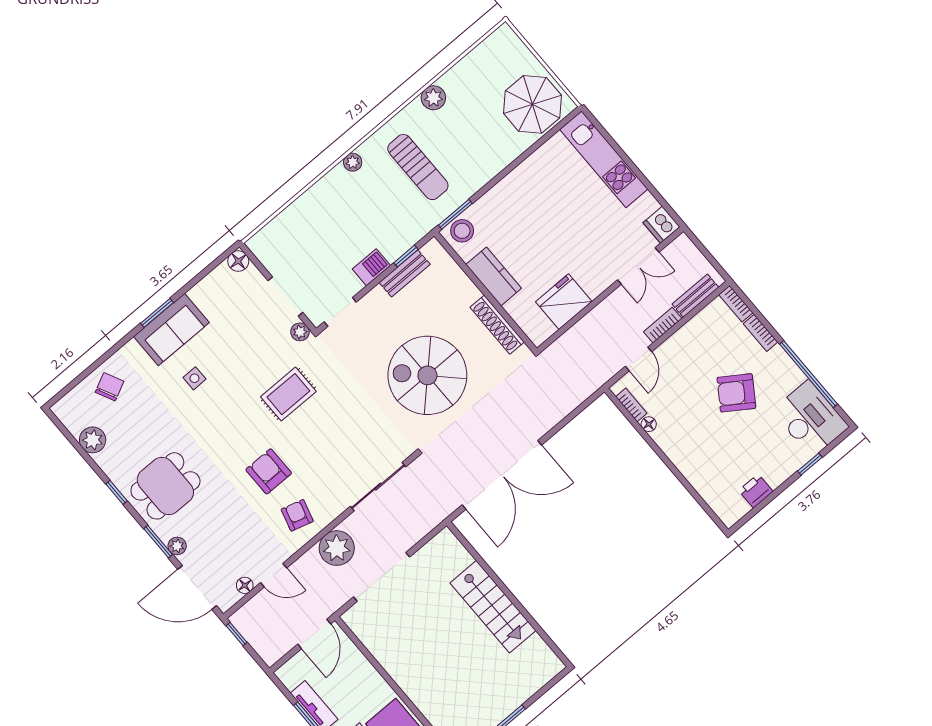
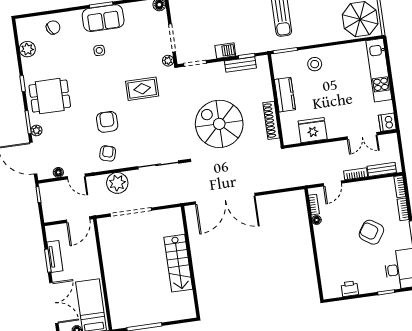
stool: (462, 231) -> (315, 64), moved

